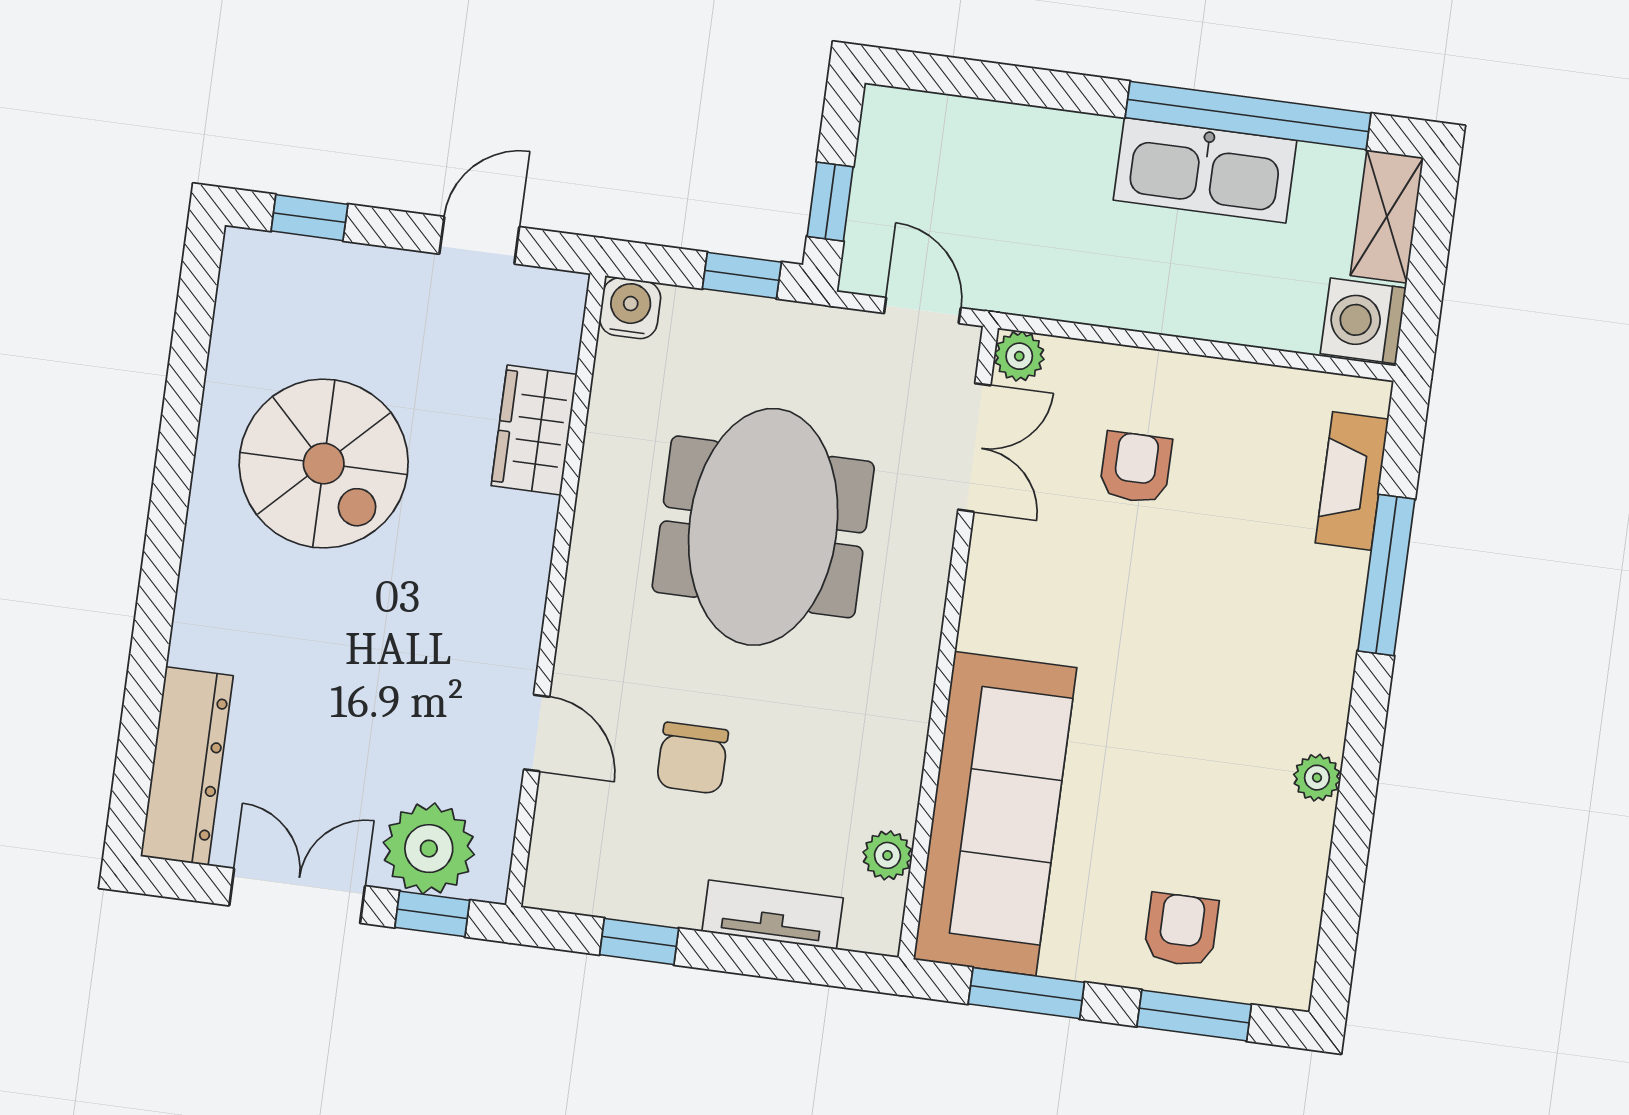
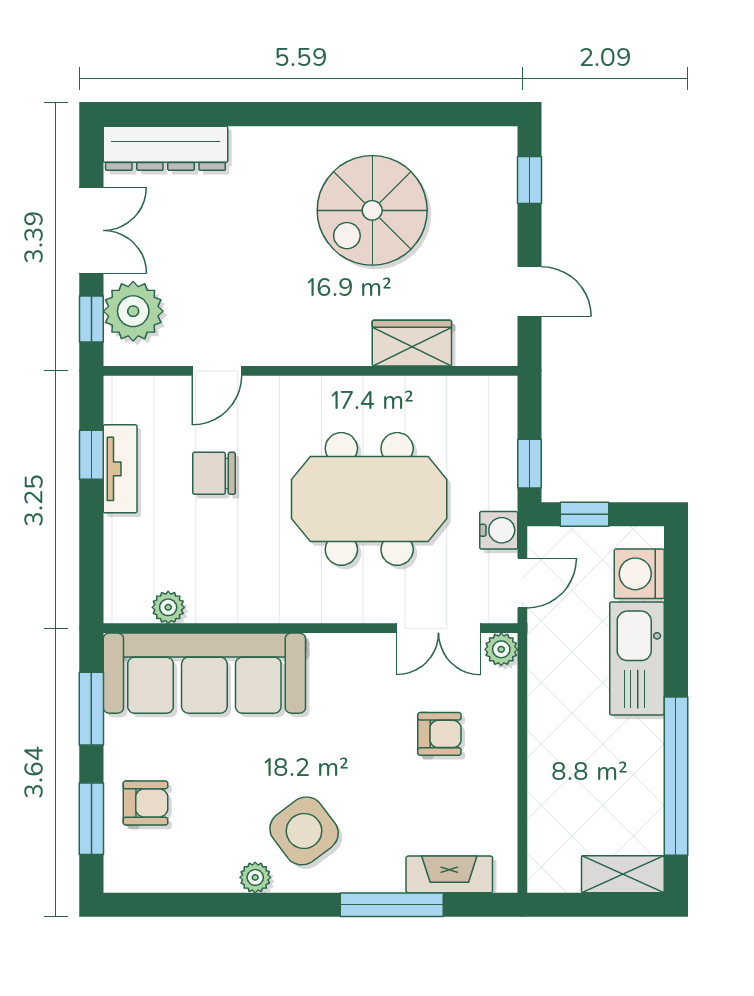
kitchen sink: (1205, 170) -> (637, 658), moved
water cooler: (630, 308) -> (499, 530), moved
washing machine: (1363, 321) -> (639, 574), moved, turned -90
side table: (1256, 694) -> (304, 831), added
tv unit: (773, 915) -> (120, 469), moved

